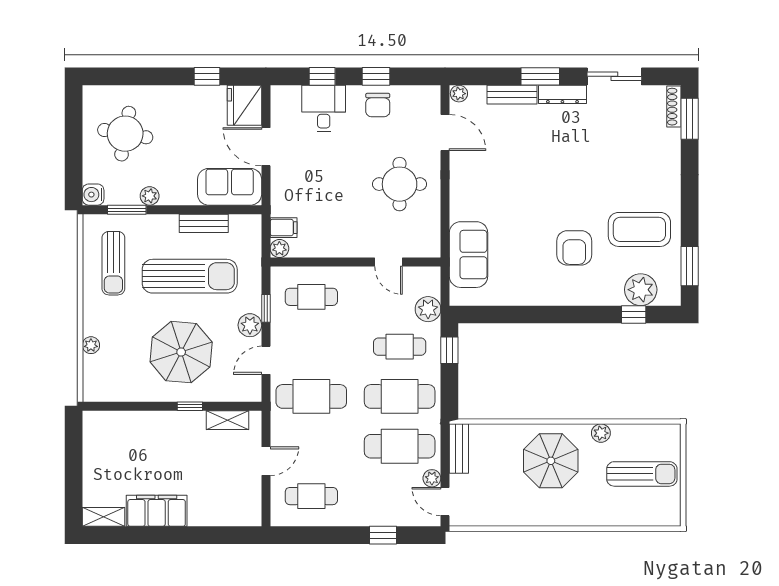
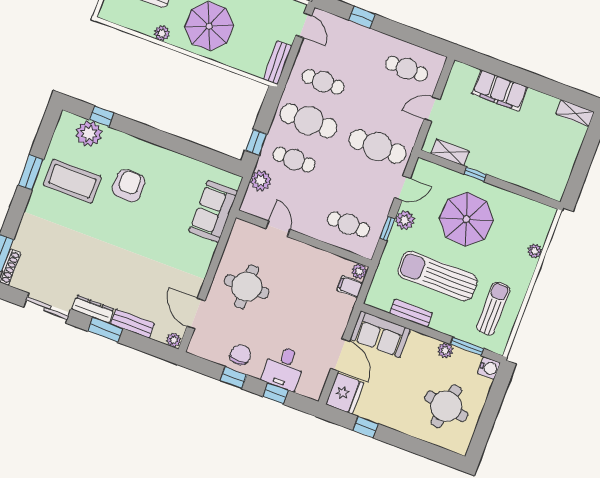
window: (690, 266) -> (31, 172), moved
cafe table: (400, 446) -> (323, 82), width x0.73, depth x0.74
plant: (432, 478) -> (307, 47), removed
filing cabinet: (157, 511) -> (500, 90), moved

